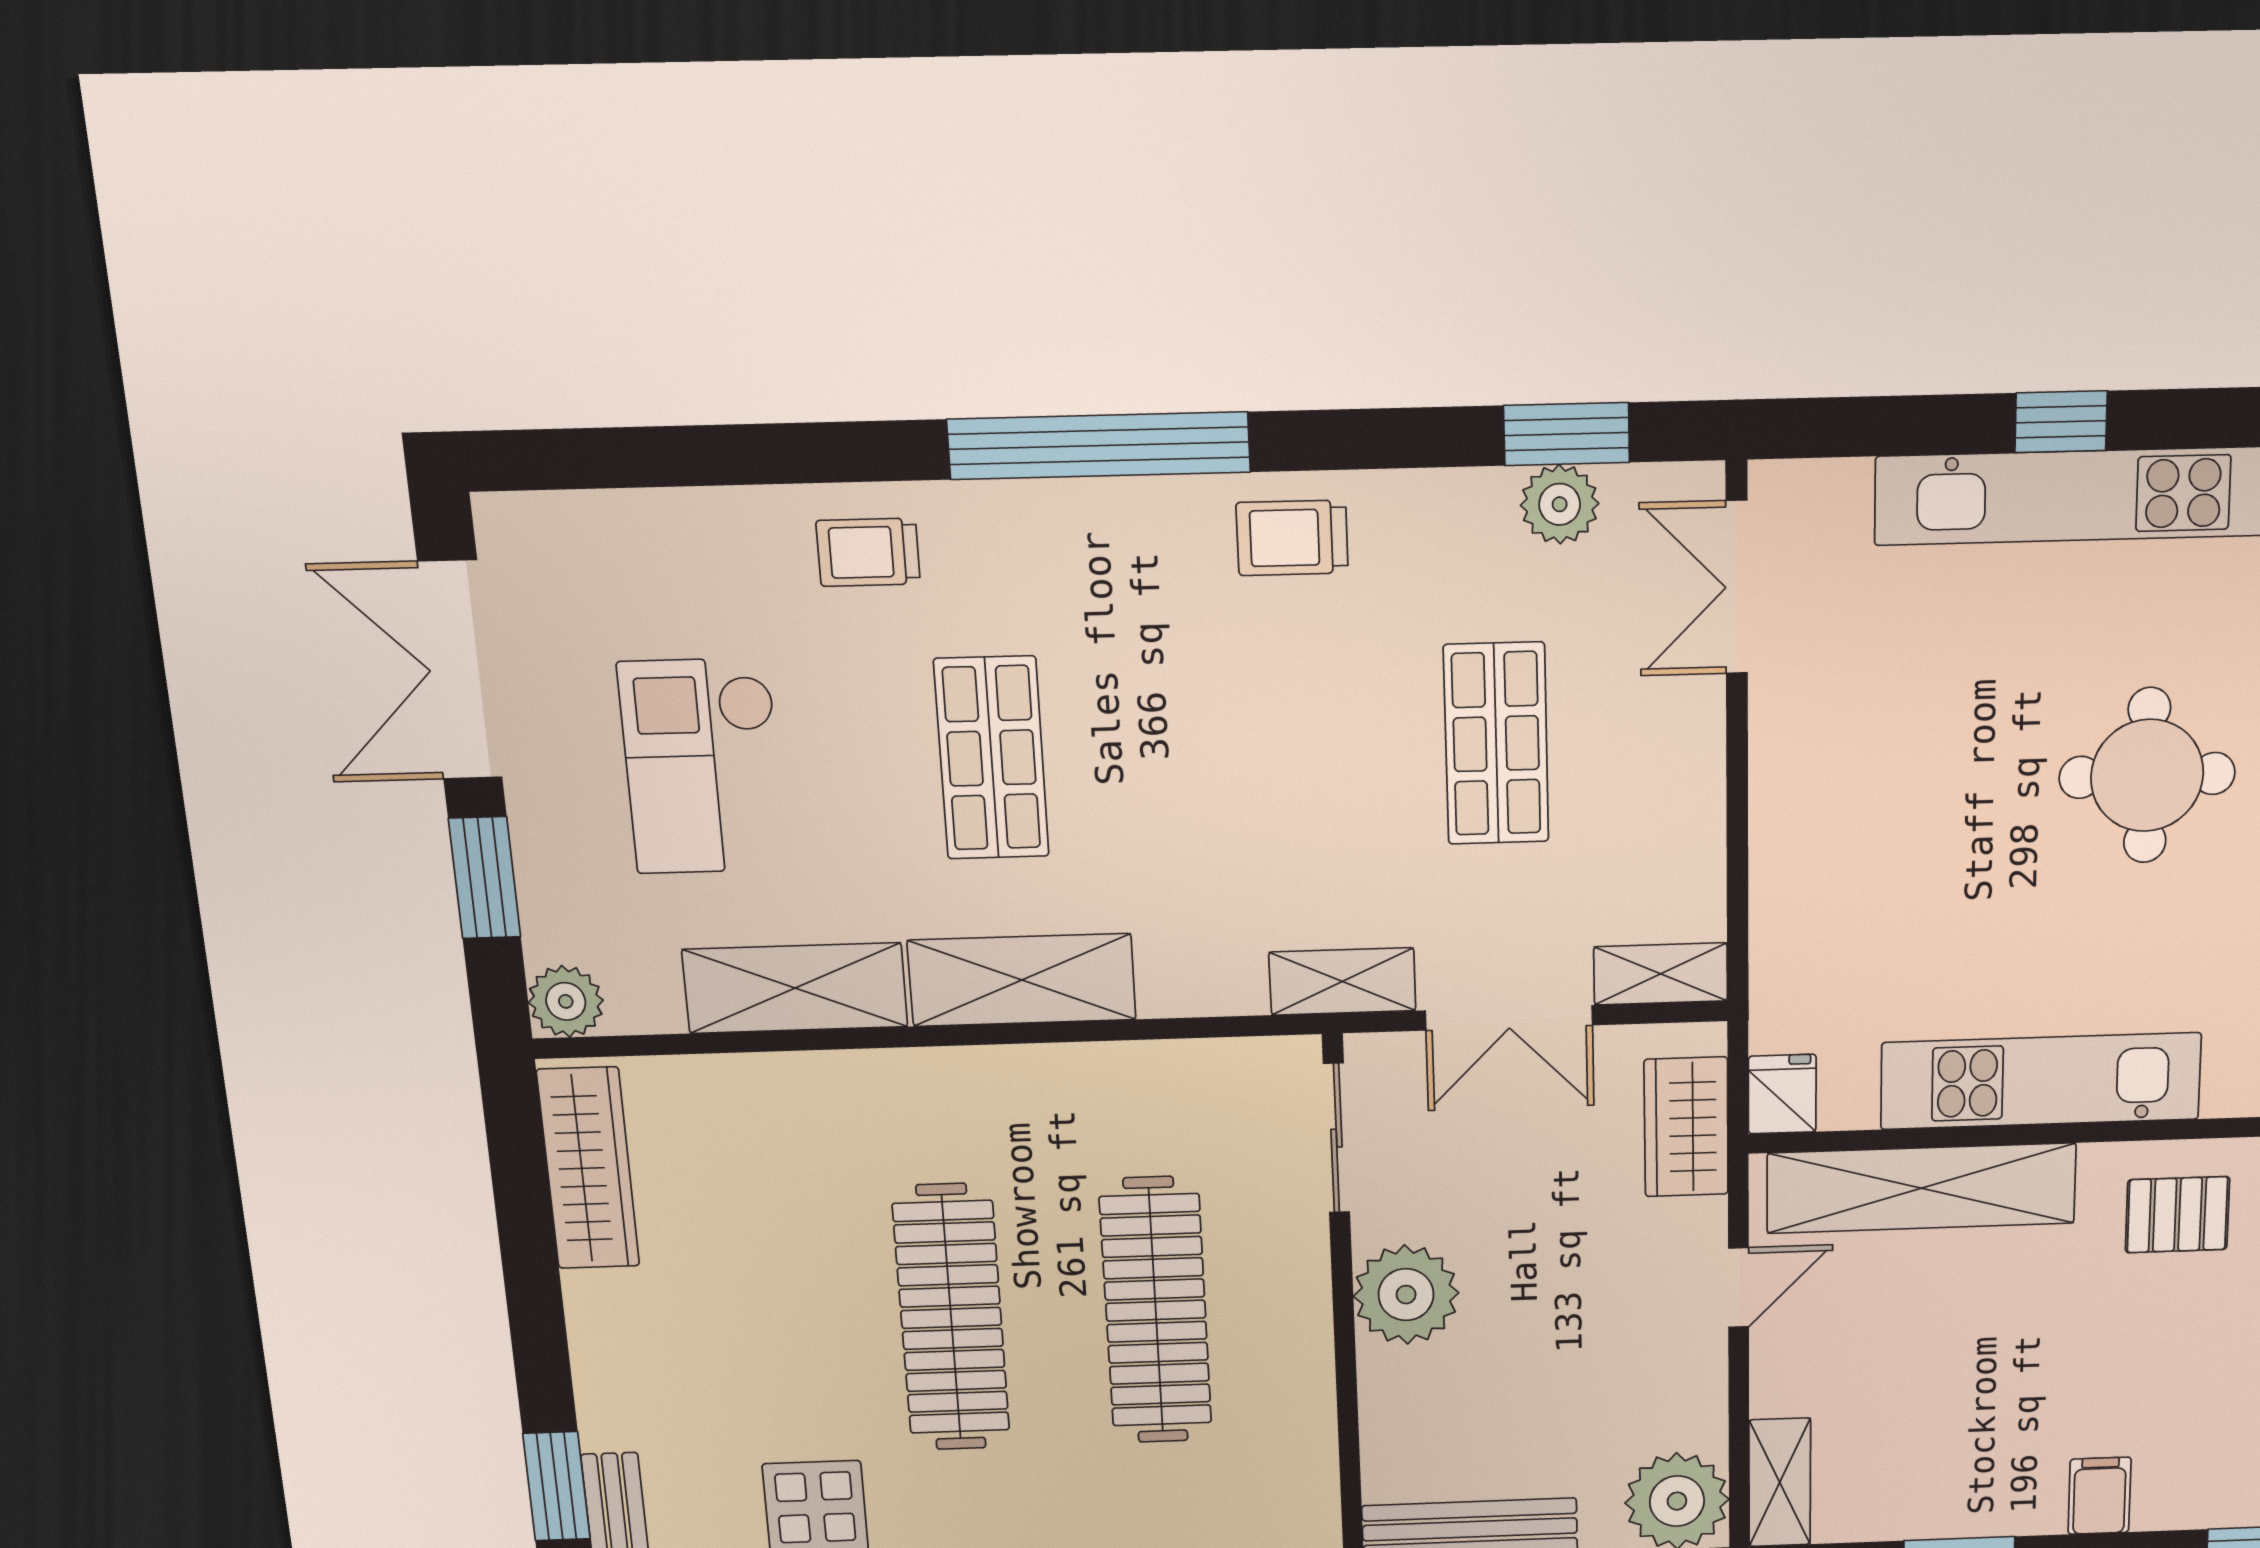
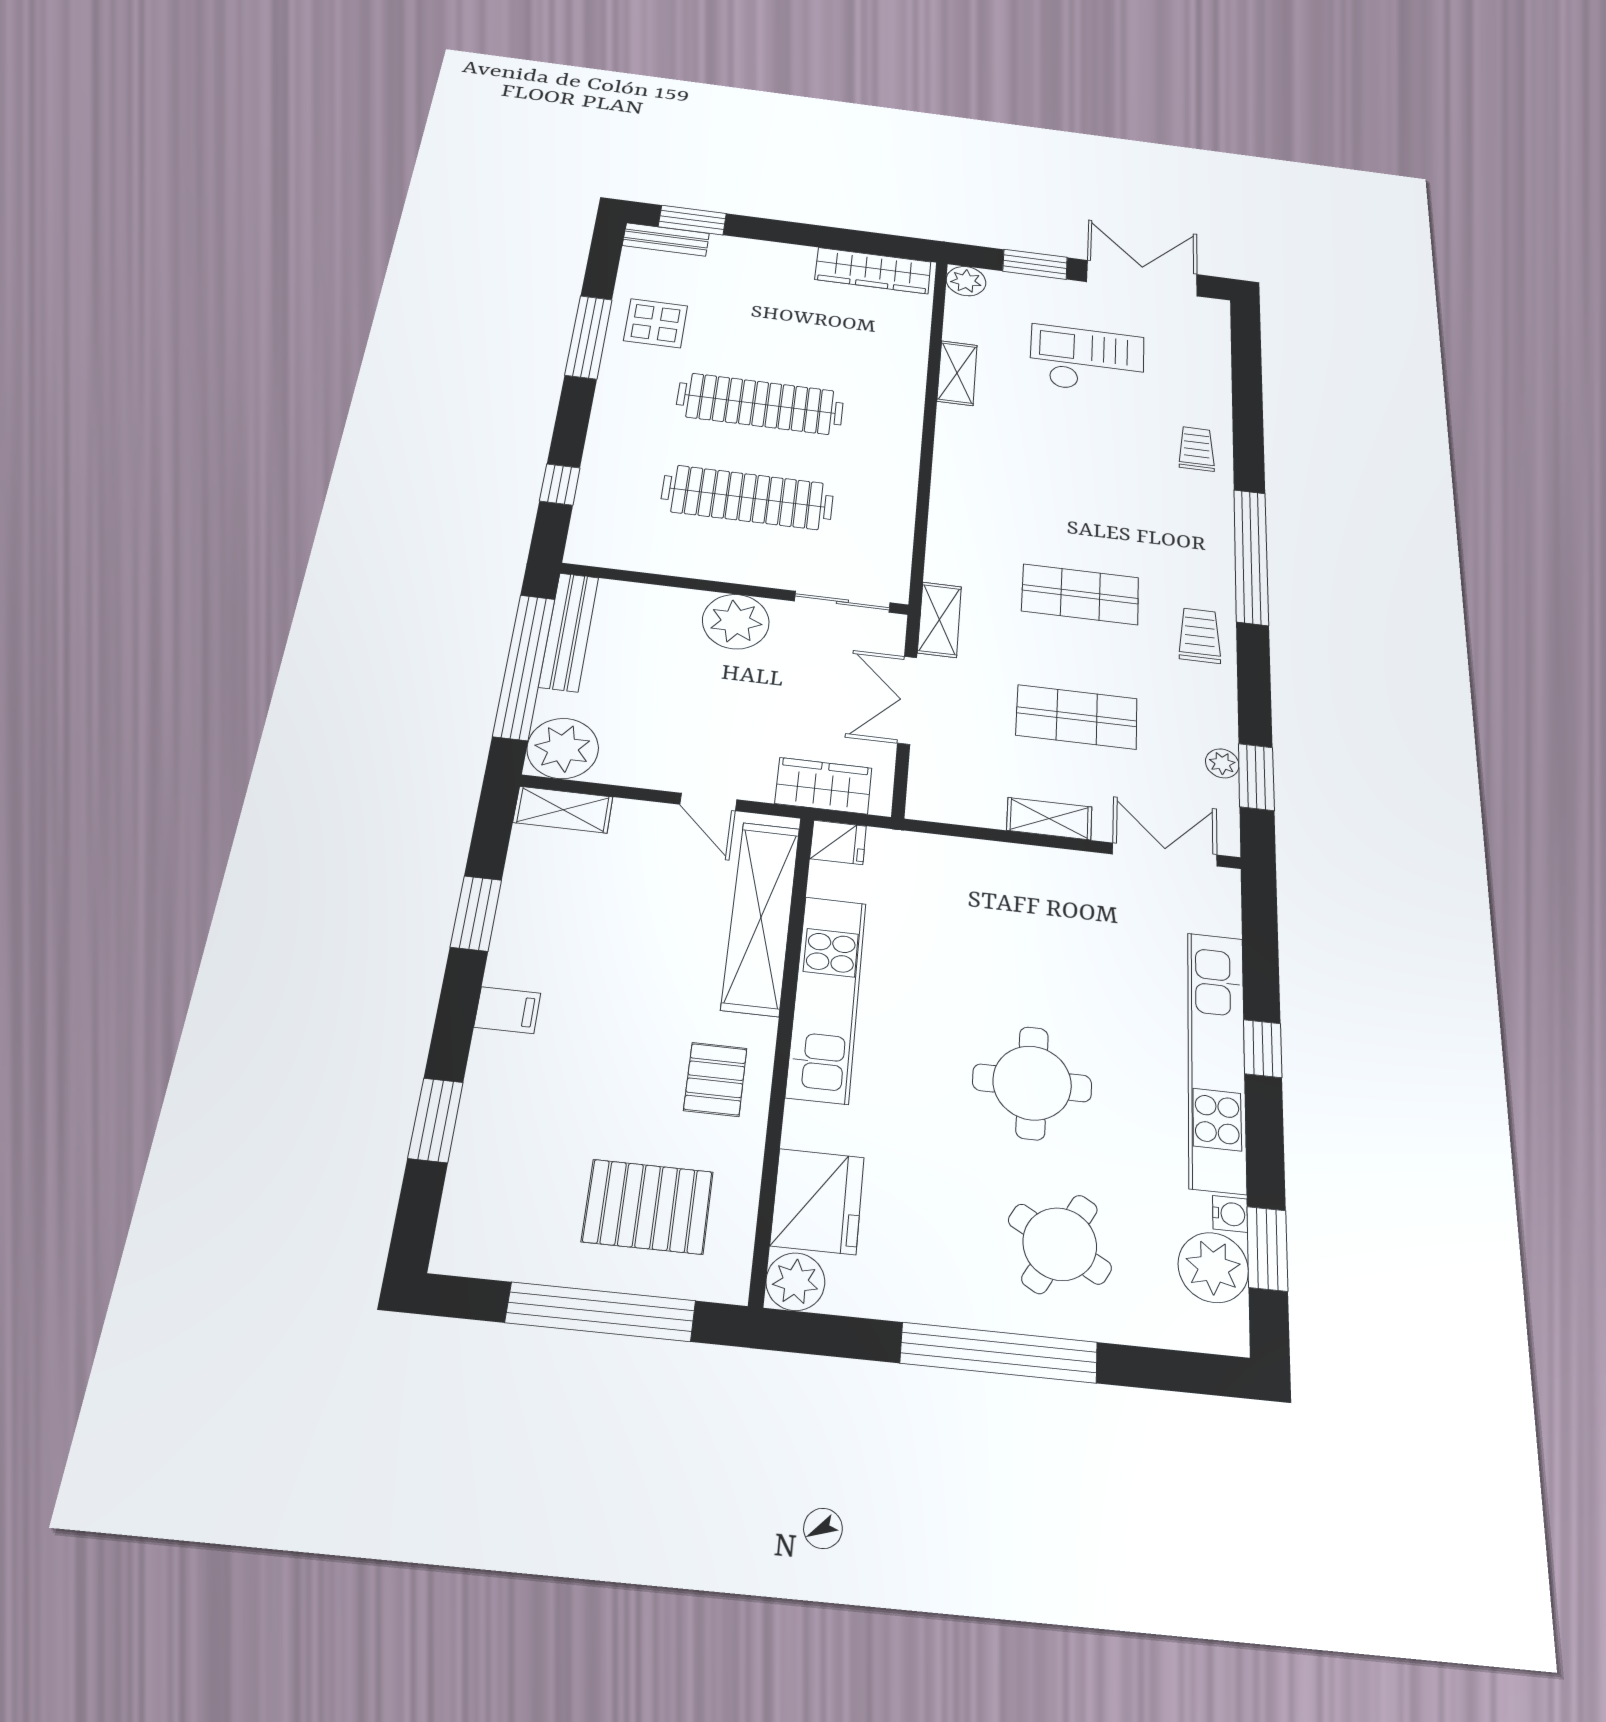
plant: (1560, 504) -> (1222, 763), width x0.73, depth x0.73
shop shelf: (992, 758) -> (1080, 594), moved
shelving: (1661, 974) -> (1049, 819), moved, turned 90
shelving: (1022, 980) -> (957, 471), removed
shelving: (795, 988) -> (957, 373), width x0.67, depth x0.75

